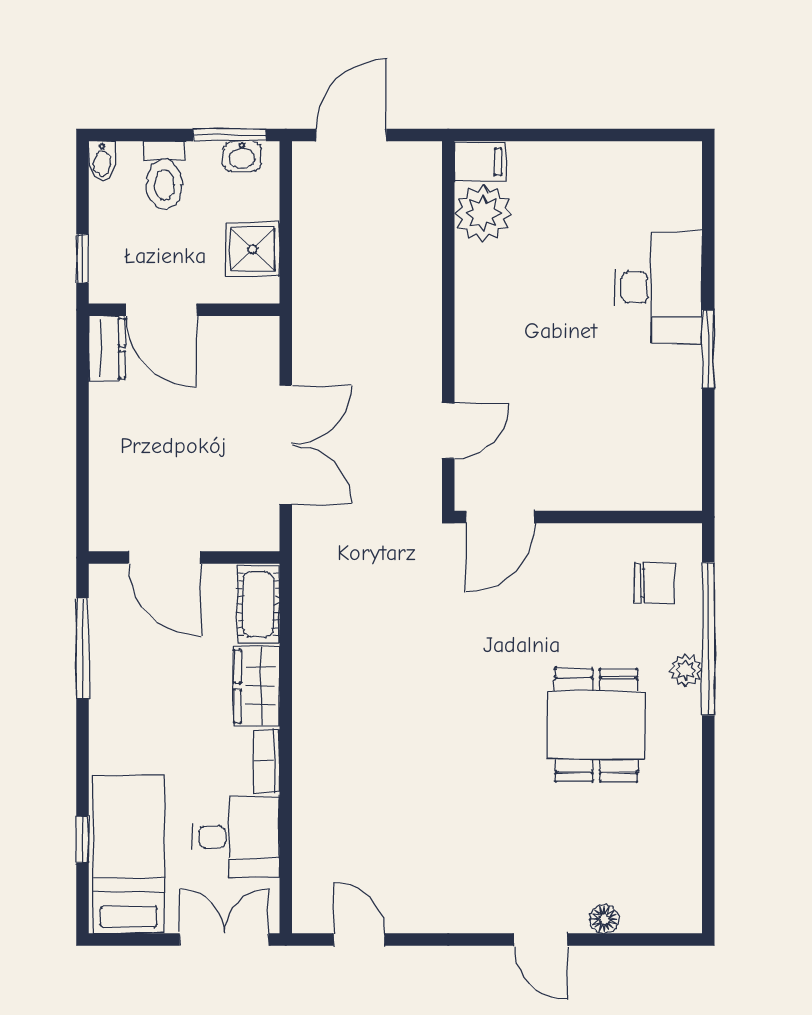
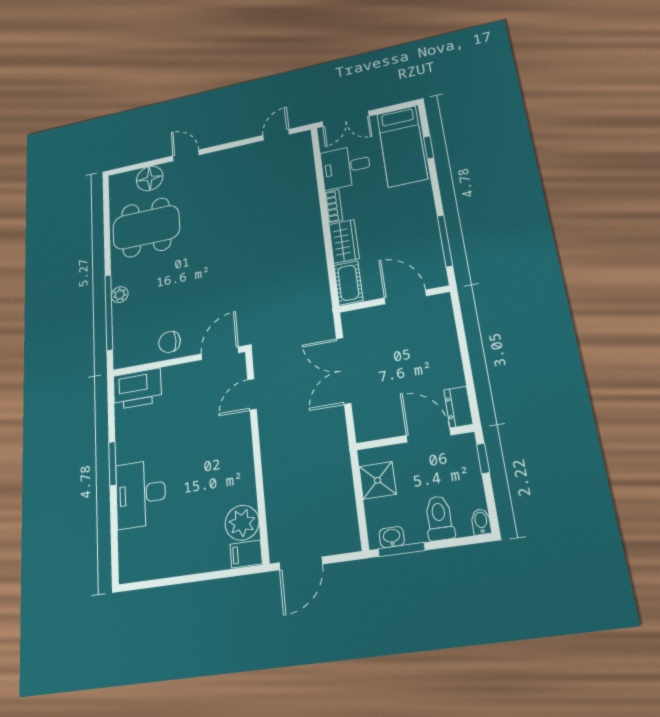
door: (351, 135) -> (301, 563), moved
printer: (657, 479) -> (137, 389), added
chair: (655, 583) -> (169, 342), moved
dining table: (596, 725) -> (146, 227), moved, width x1.38
floor lamp: (604, 919) -> (150, 178), width x1.89, depth x1.89
door: (359, 940) -> (276, 135), swing flipped

